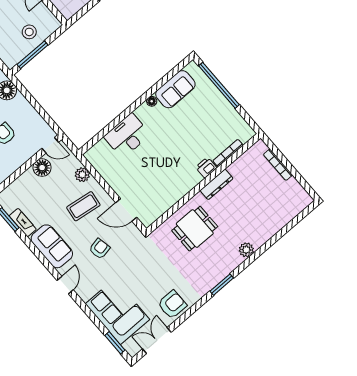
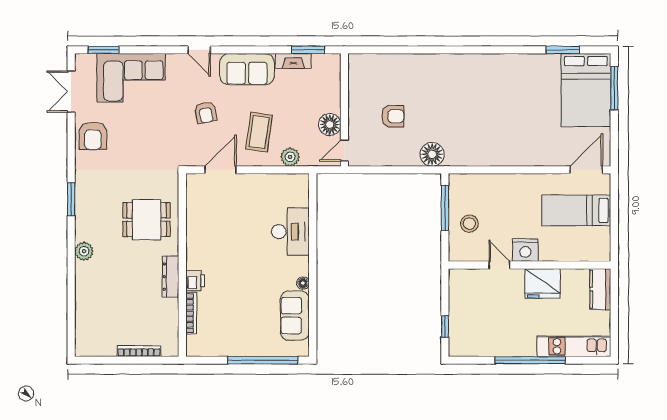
dining table: (195, 229) -> (147, 220), turned 90
double door: (157, 341) -> (71, 92), swing flipped

